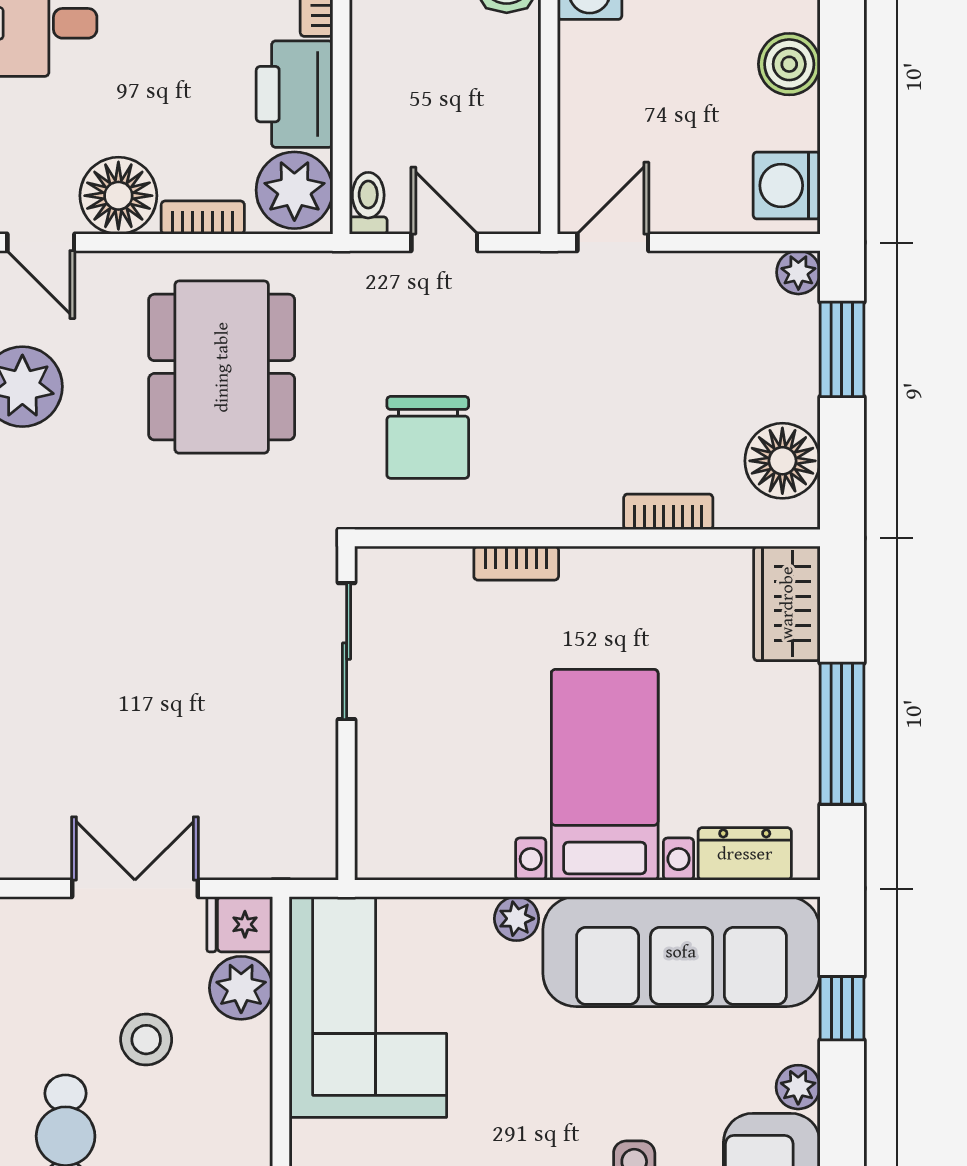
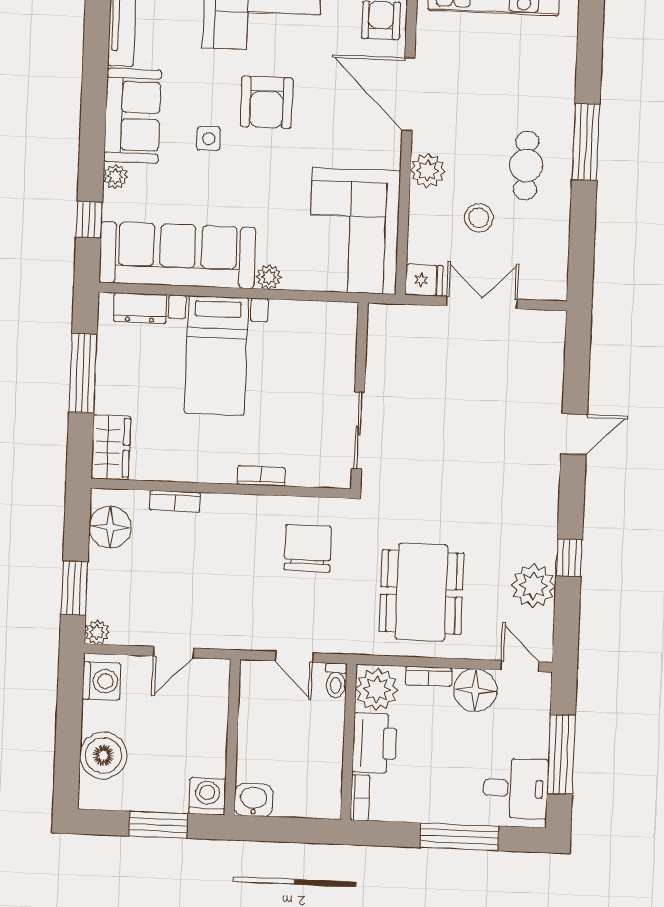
boiler: (789, 64) -> (103, 755), width x1.37, depth x1.37
door: (613, 242) -> (173, 652), moved
double door: (135, 888) -> (482, 303), swing flipped
plant: (241, 988) -> (428, 171), moved

